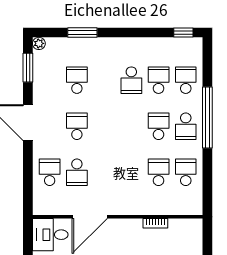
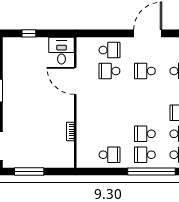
school desk: (77, 126) -> (145, 71), turned 180
school desk: (159, 126) -> (145, 134), turned 180
school desk: (159, 172) -> (109, 134), removed

